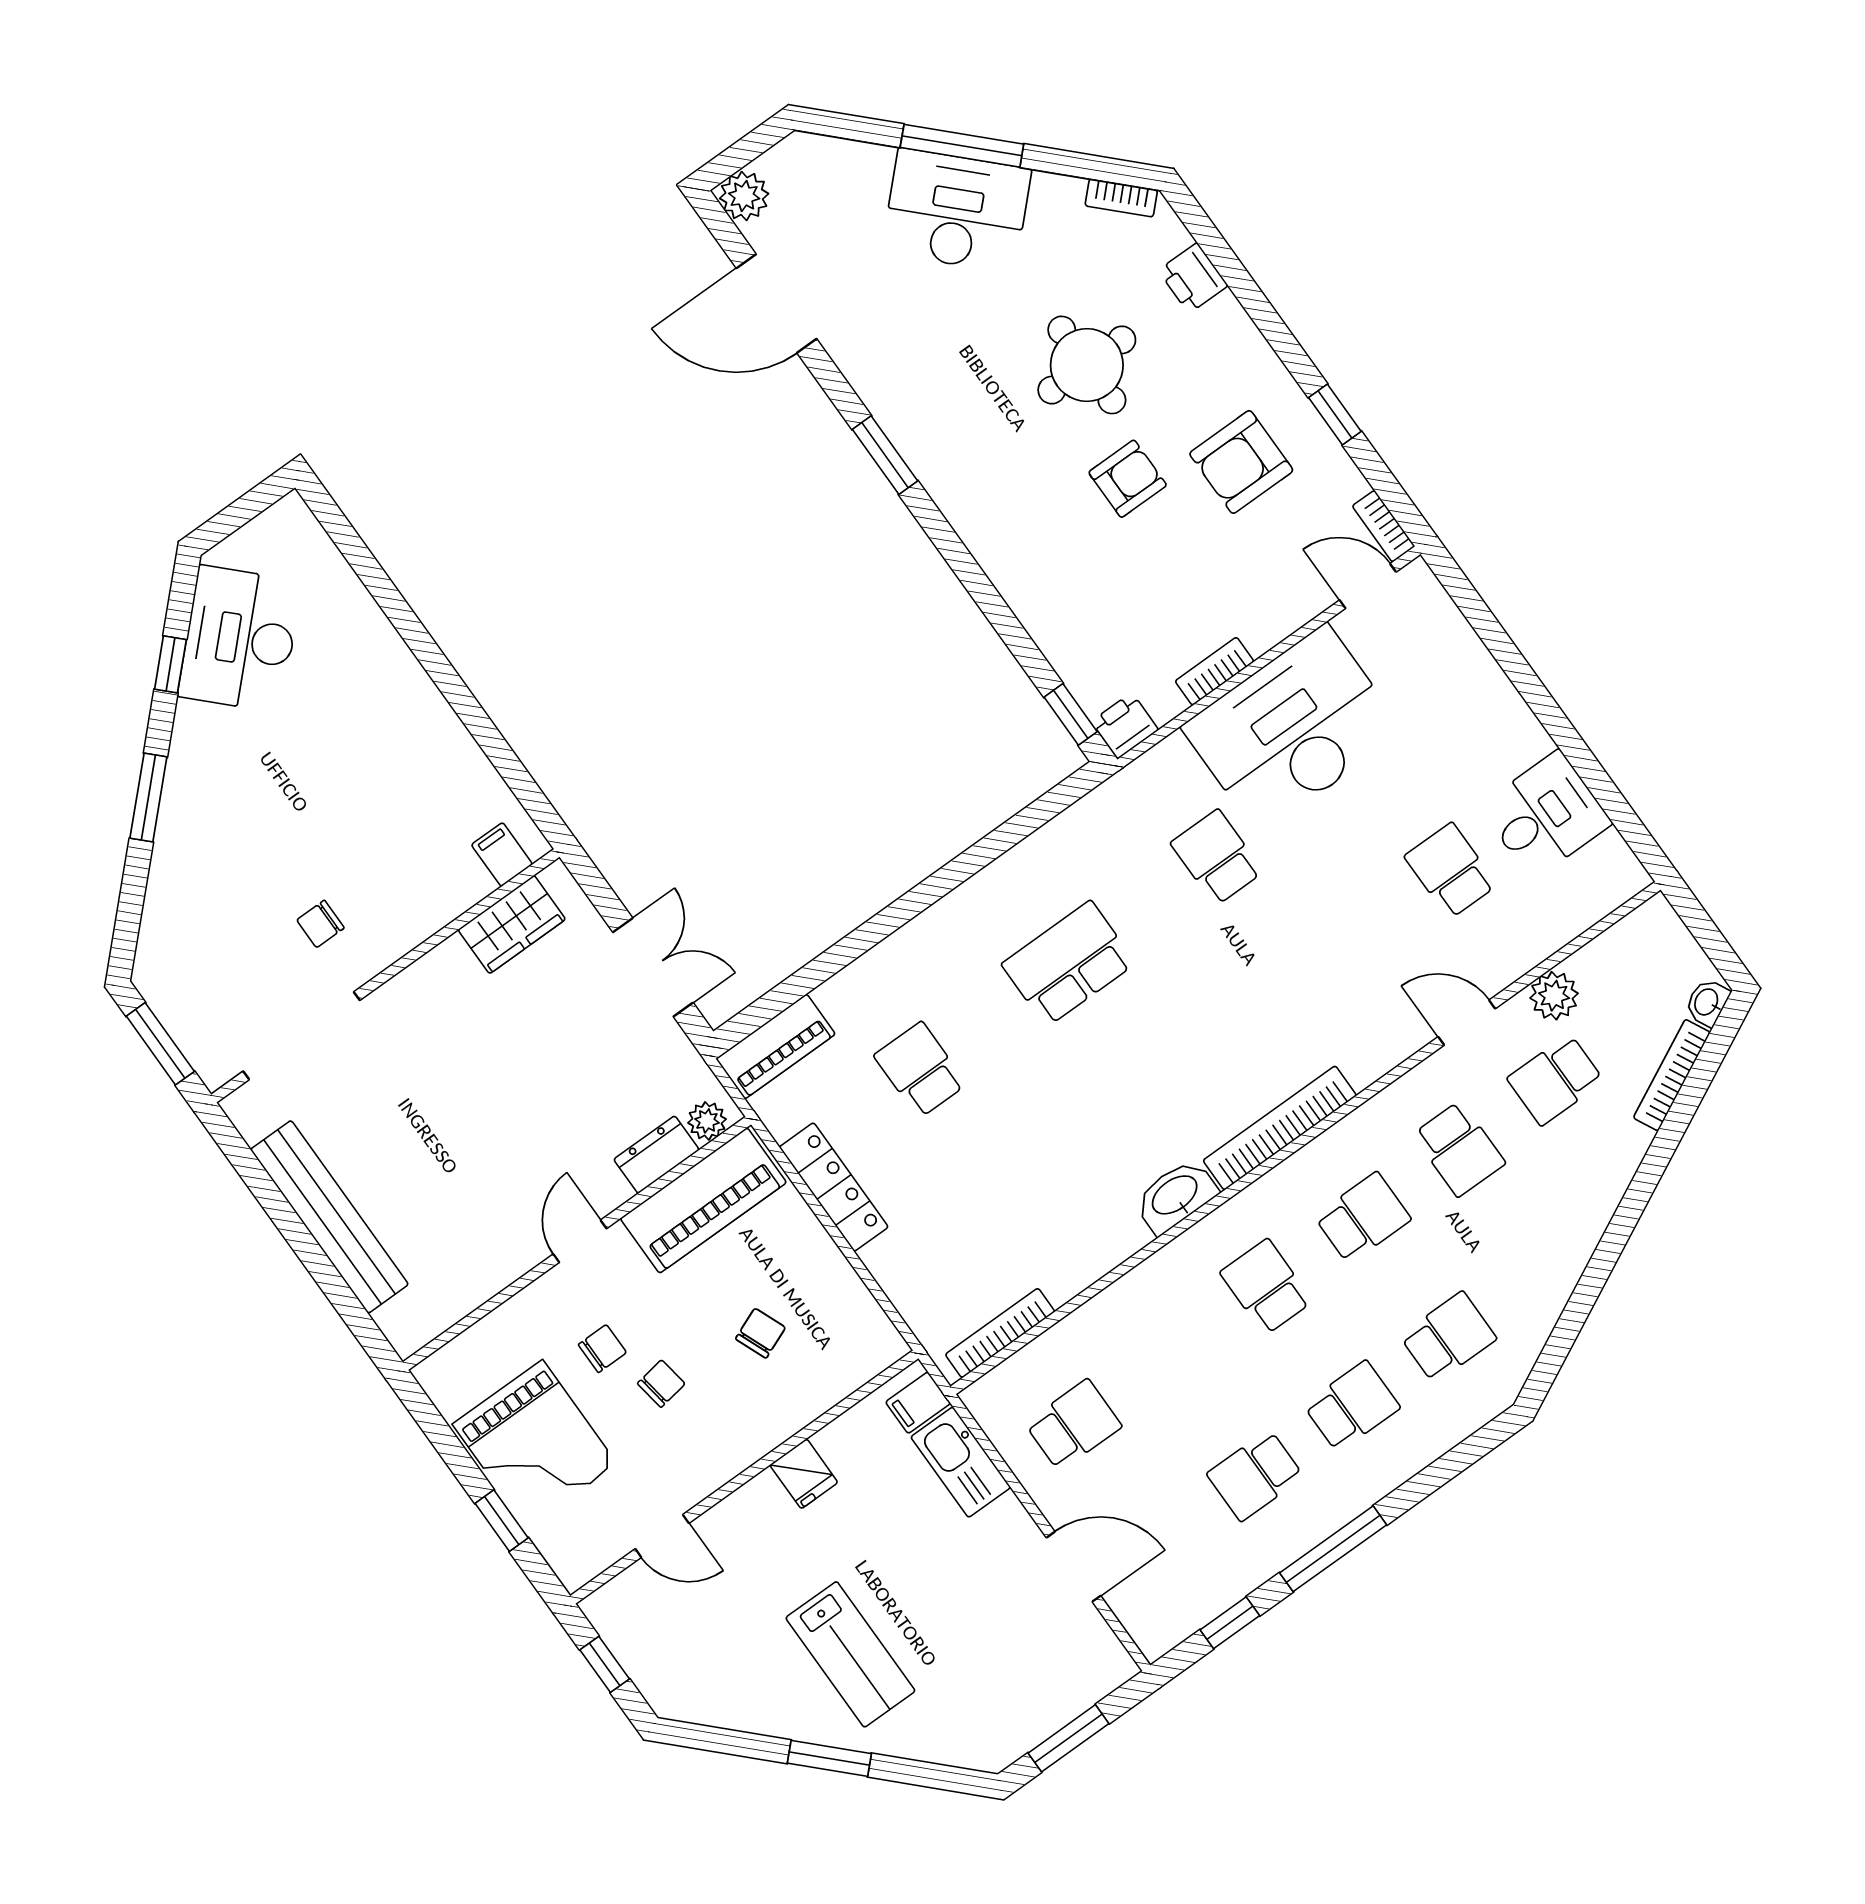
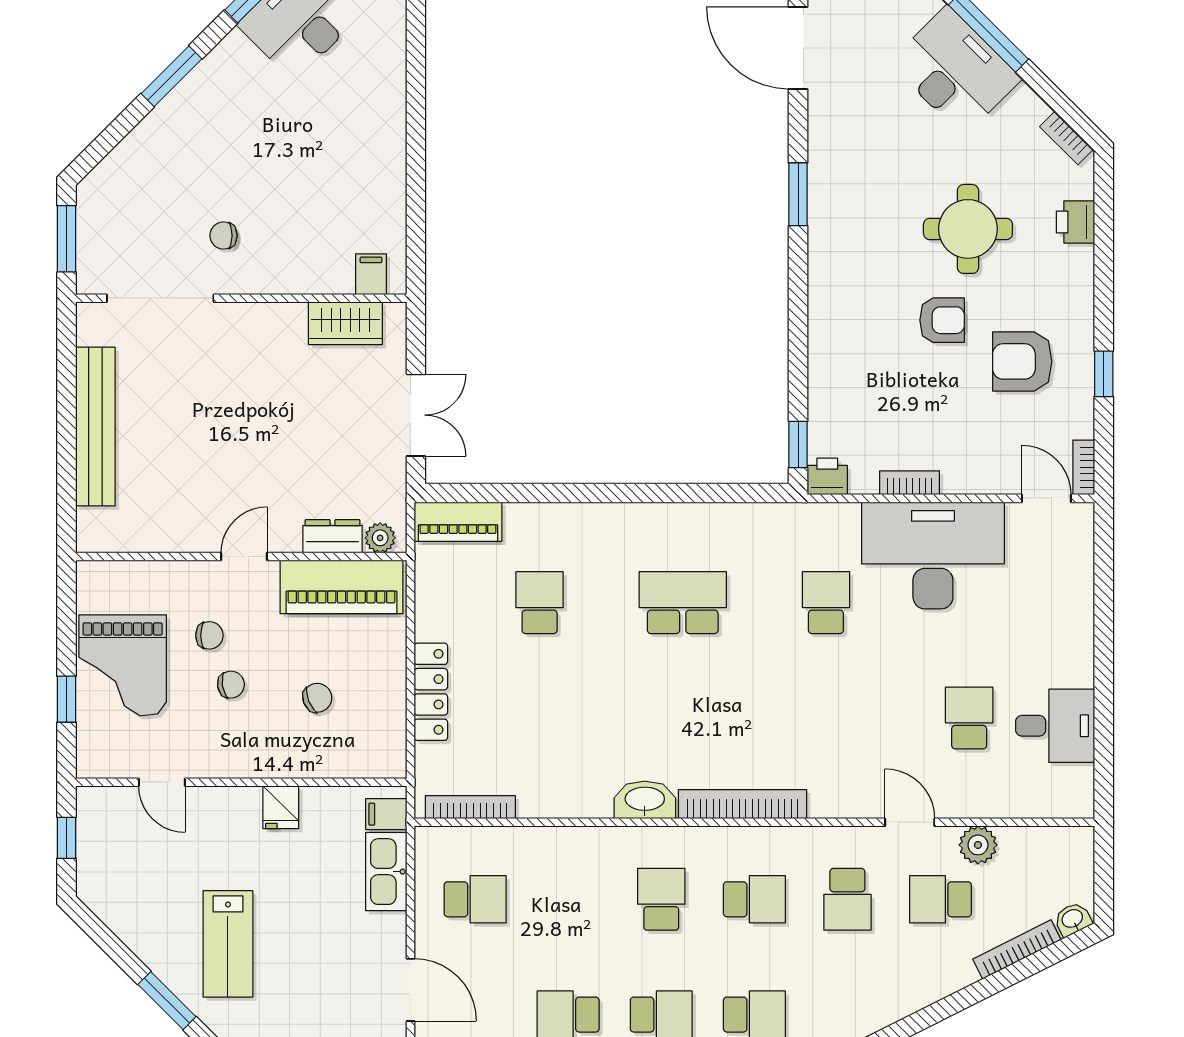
locker: (834, 1187) -> (431, 692), moved

